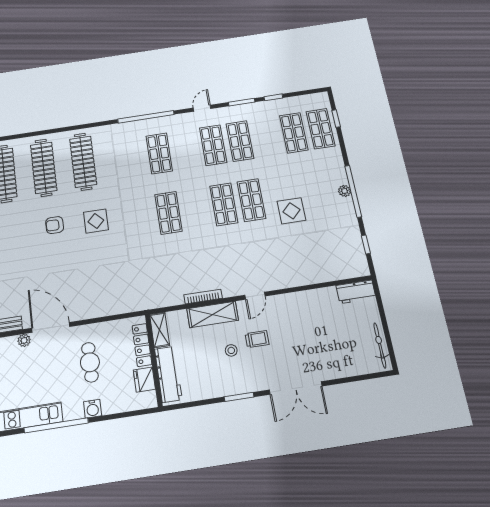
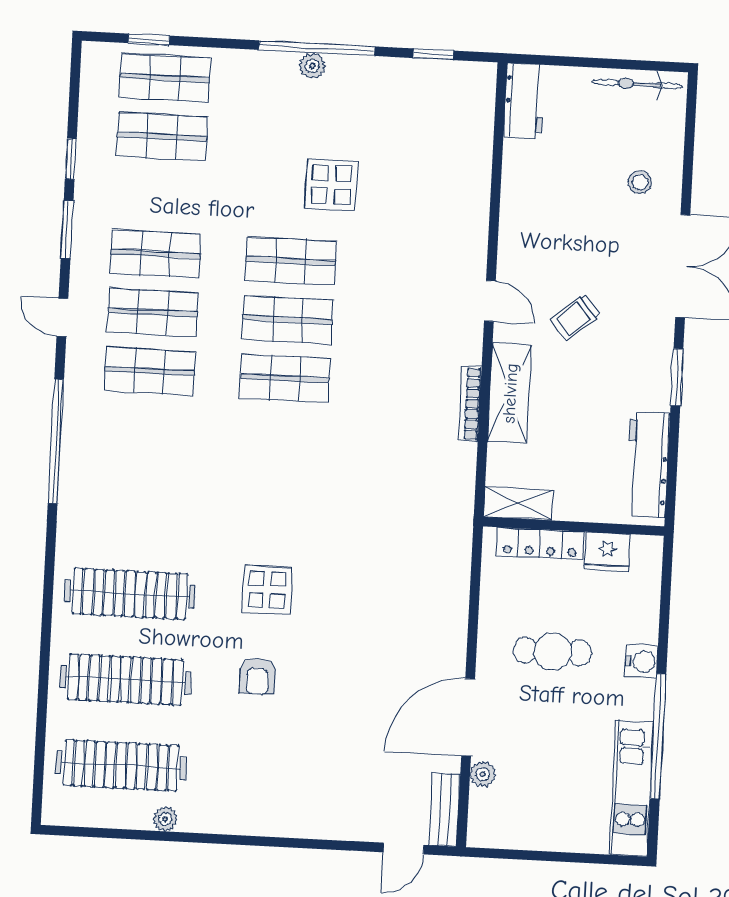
shop shelf: (159, 153) -> (149, 371), moved
shop shelf: (169, 213) -> (285, 378), moved
trolley: (257, 339) -> (576, 317), turned -130
stool: (231, 350) -> (640, 182), moved
workbench: (168, 374) -> (648, 465), moved, turned -90

